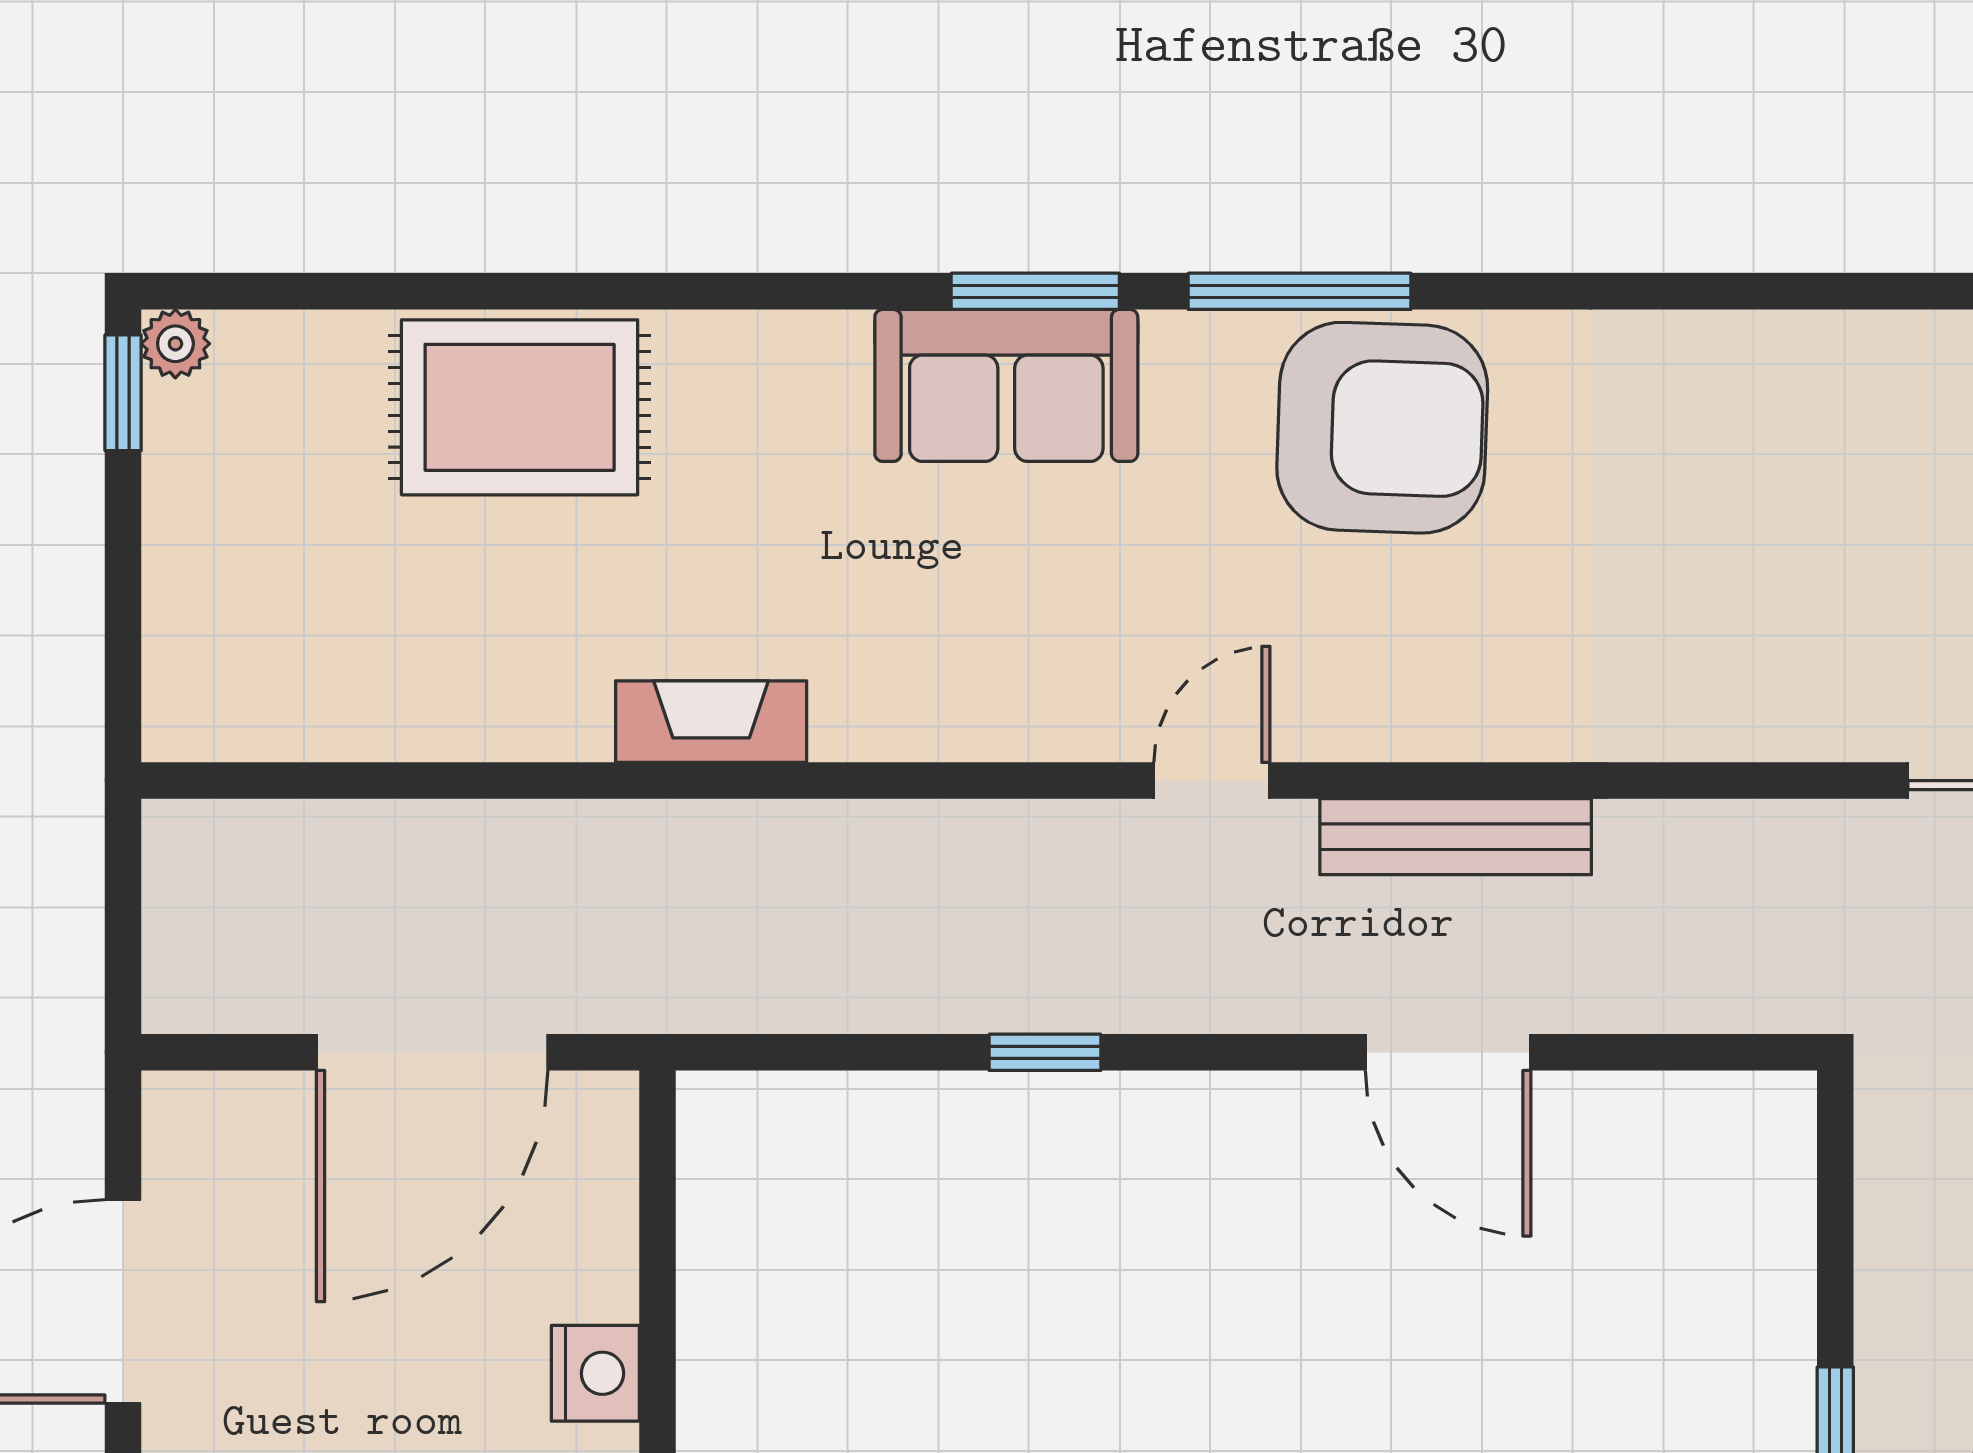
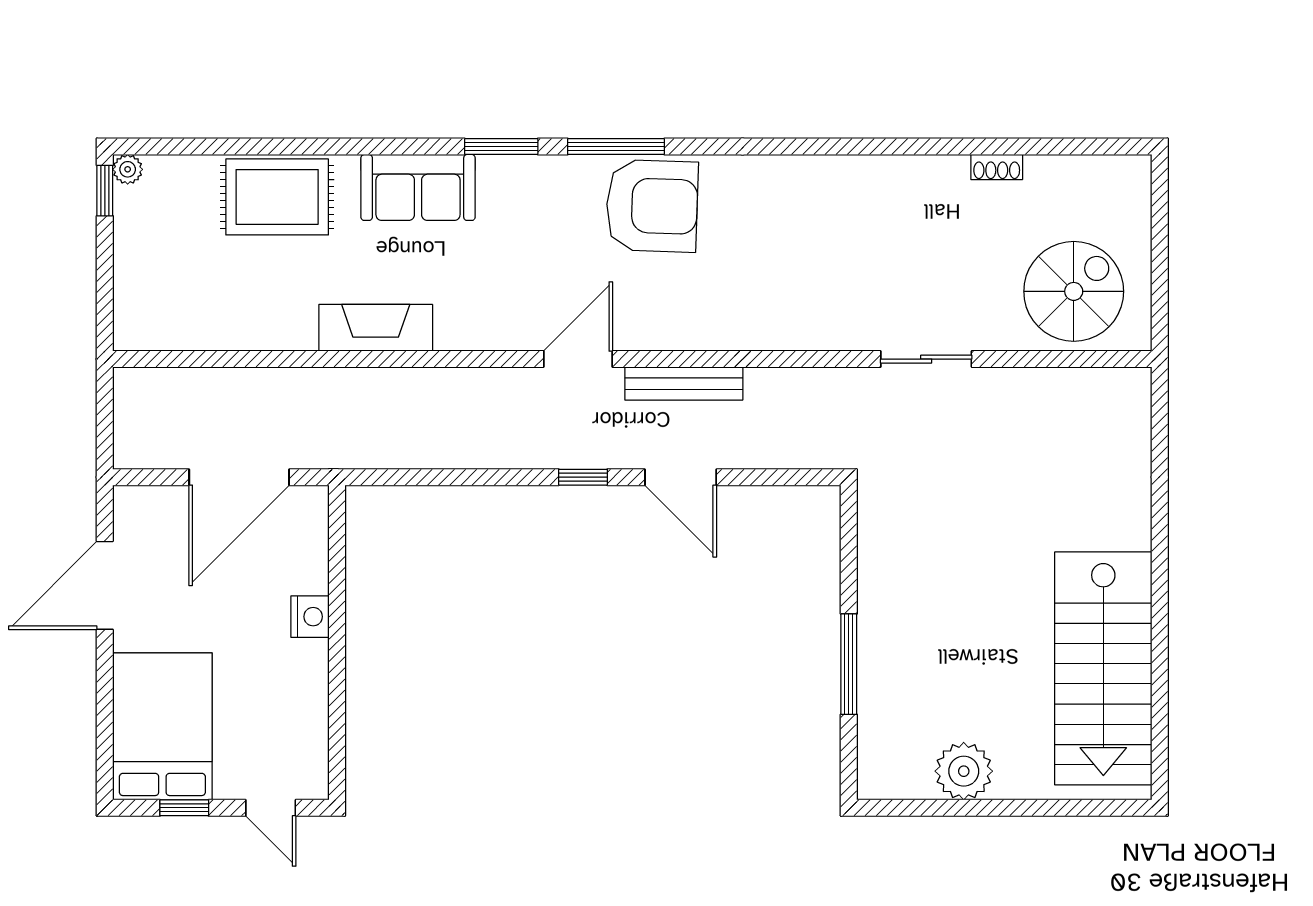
sofa: (1006, 385) -> (418, 187), moved
fireplace: (711, 722) -> (376, 328), width x1.37, depth x1.32
door: (1212, 781) -> (578, 359), width x1.38
window: (1045, 1052) -> (583, 477), moved

